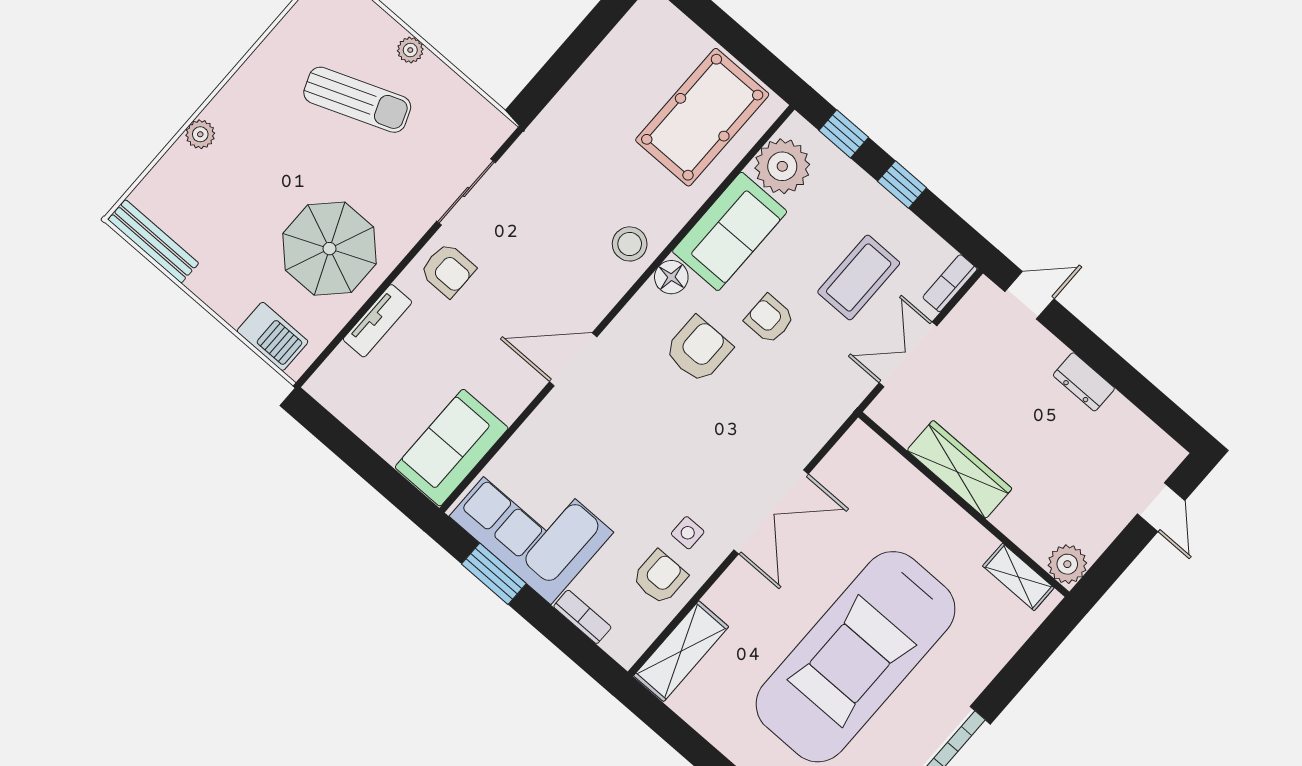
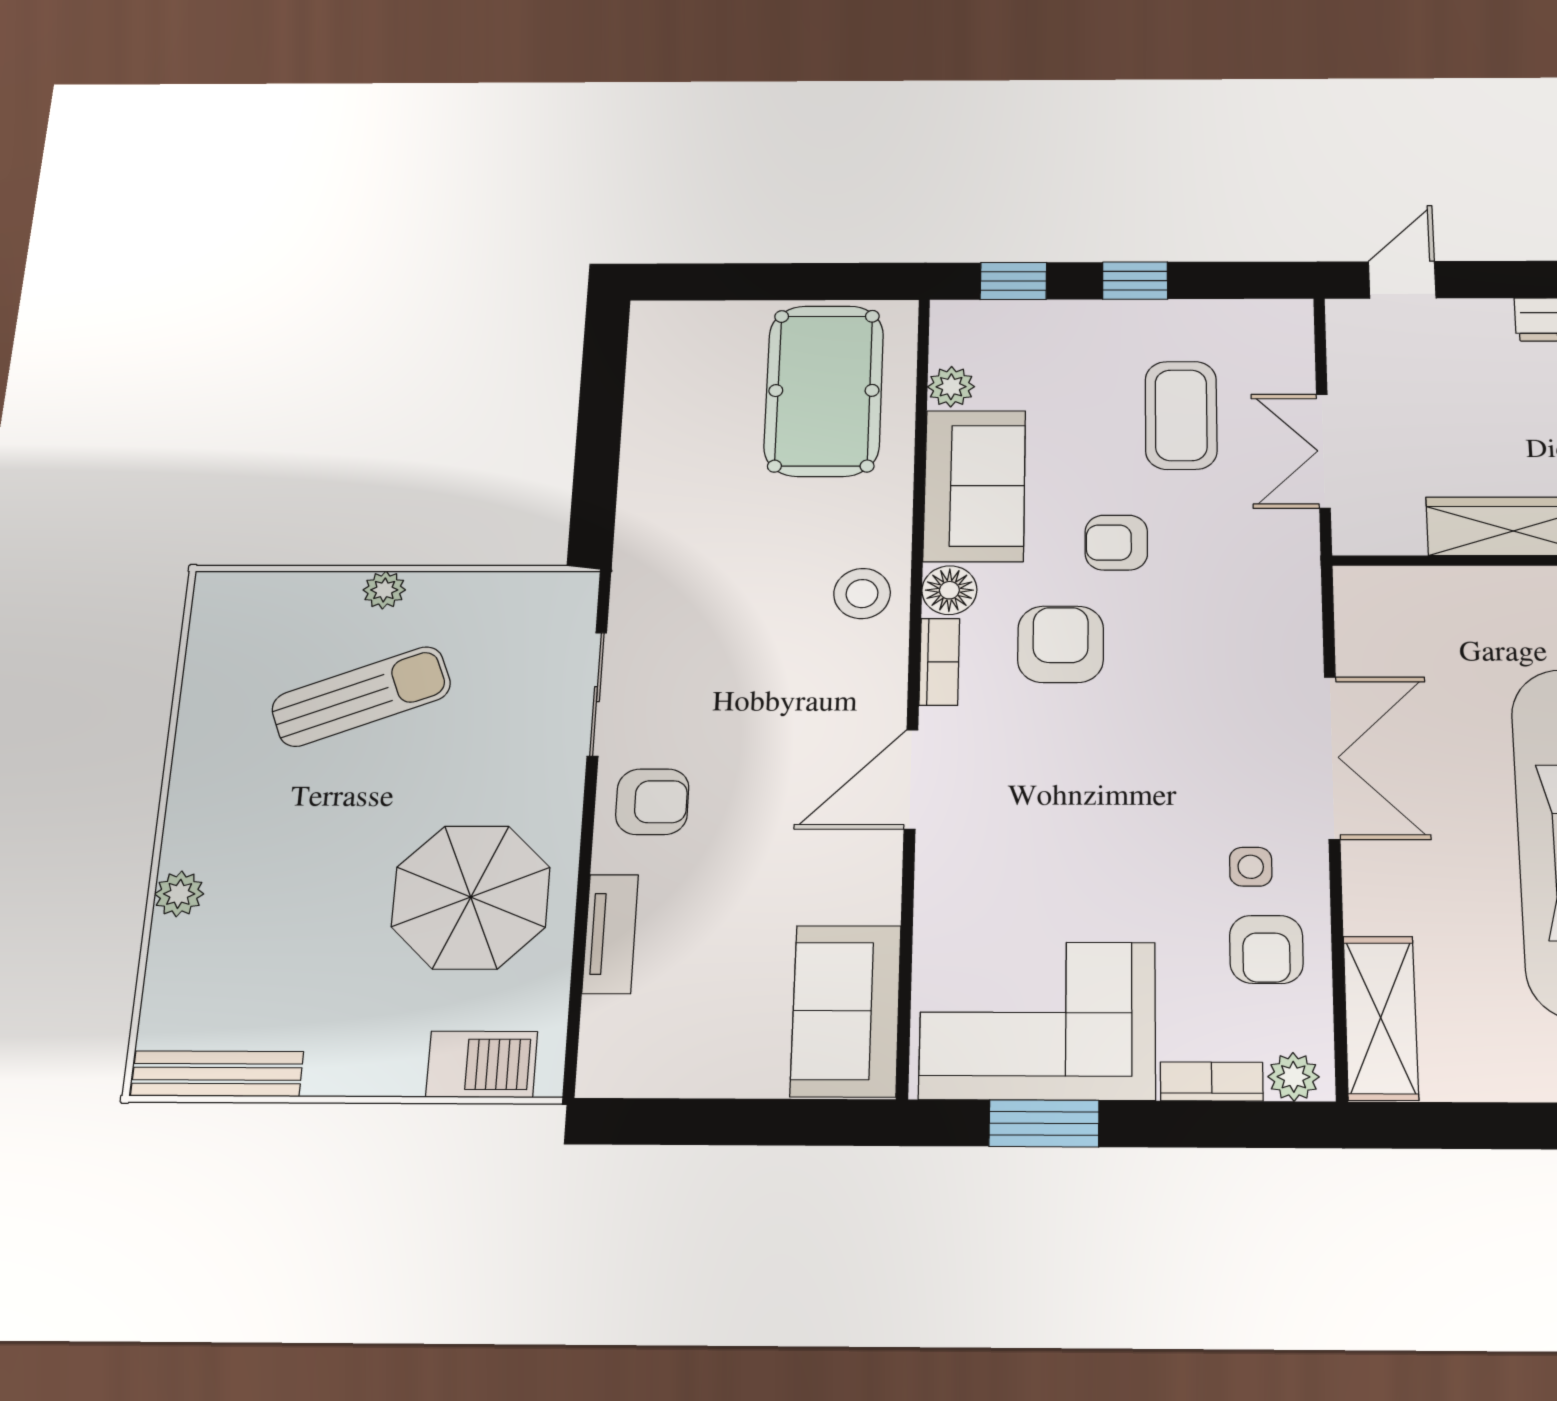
plant: (782, 166) -> (951, 387), width x0.53, depth x0.53
bookcase: (950, 283) -> (939, 662), moved, turned 180
armchair: (660, 577) -> (1266, 949), turned 180
plant: (619, 645) -> (1294, 1077), added

